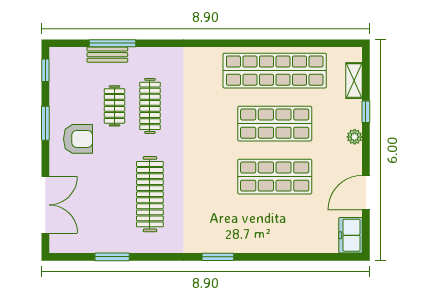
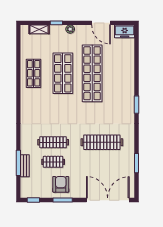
shop shelf: (275, 71) -> (34, 73), width x0.50, depth x0.74
armchair: (78, 139) -> (61, 184), moved
shop shelf: (275, 177) -> (92, 73), width x1.40
double door: (45, 205) -> (108, 200), width x1.36

